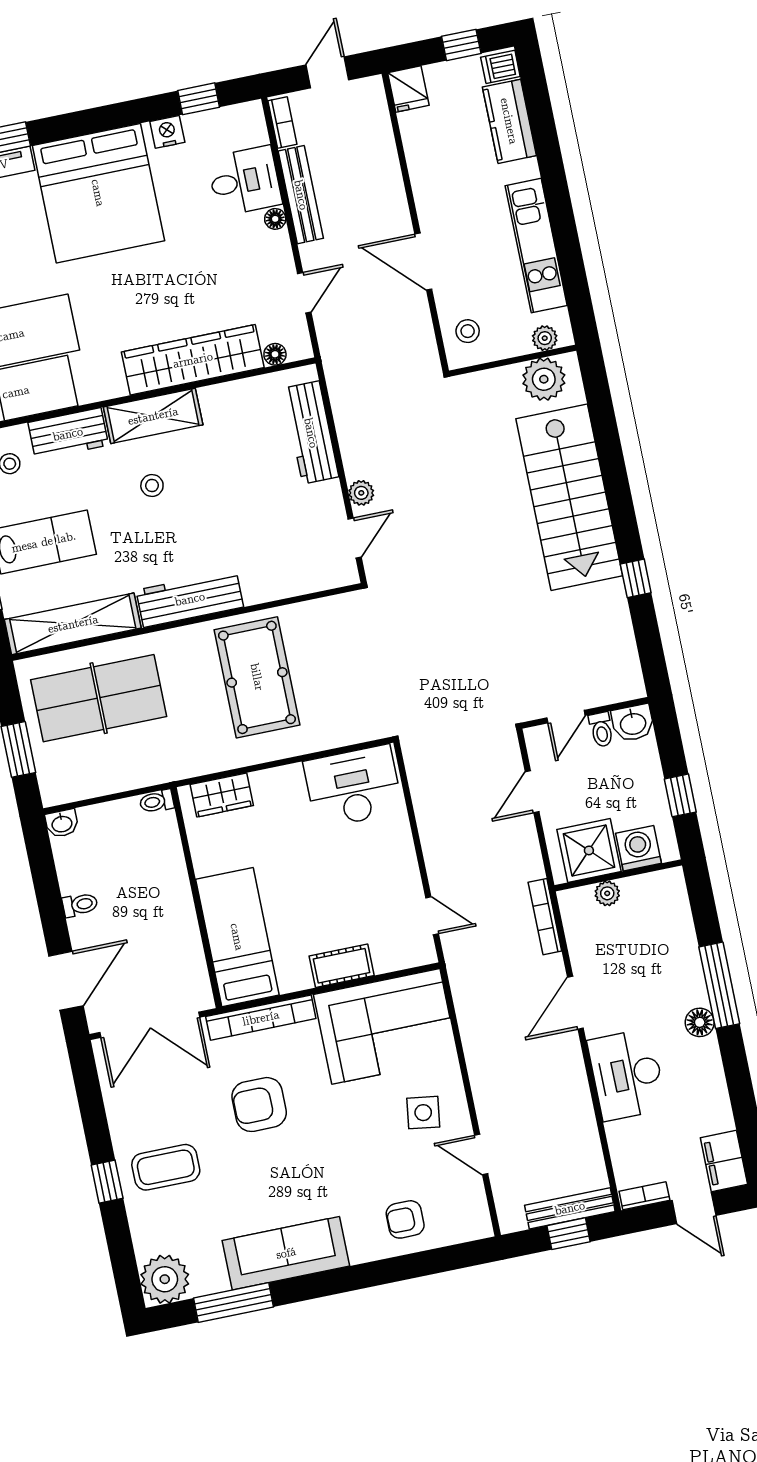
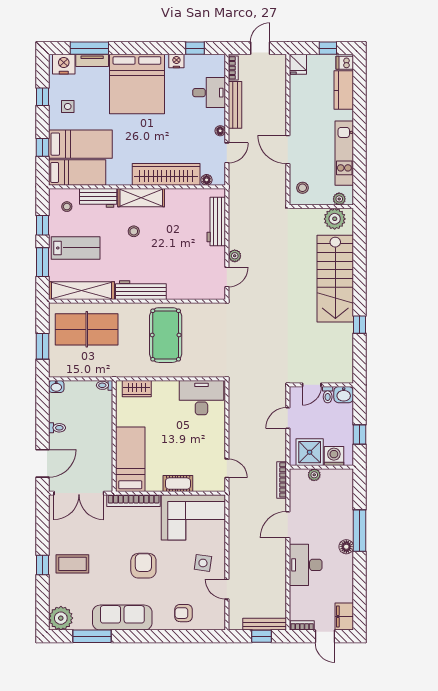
floor lamp: (275, 219) -> (220, 131), moved
armchair: (259, 1105) -> (143, 566), moved, turned 90

